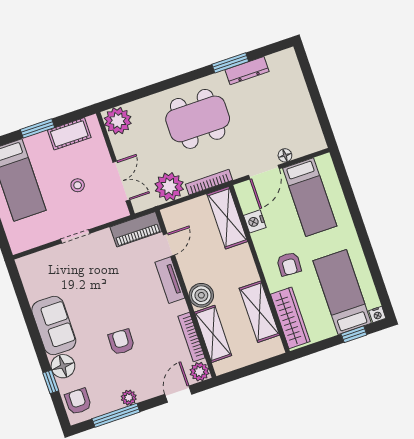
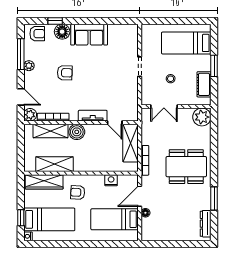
dresser: (247, 71) -> (206, 224), moved
dining table: (198, 119) -> (186, 167), turned 90
door: (264, 172) -> (140, 196), hinge flipped
plant: (169, 187) -> (151, 135), removed
shelving: (227, 218) -> (130, 143), moved, turned 90
piano: (136, 229) -> (131, 105), removed

